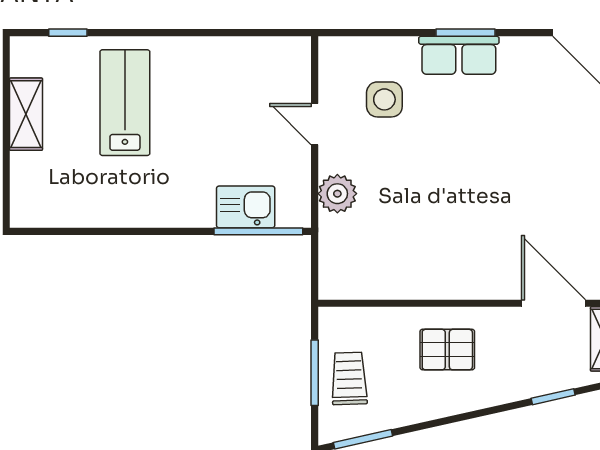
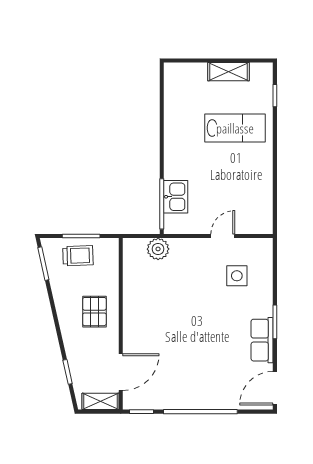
row of seats: (459, 55) -> (262, 340), moved
plant: (337, 194) -> (158, 249), moved

